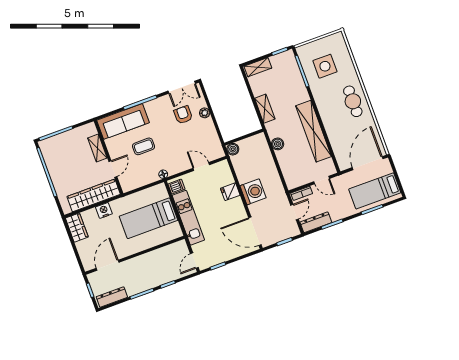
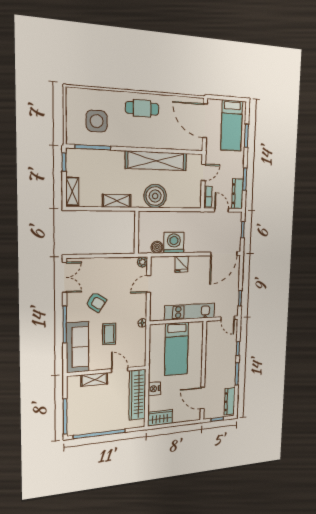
plant: (205, 113) -> (142, 262), moved
armchair: (183, 115) -> (96, 302), moved, turned -147
boiler: (278, 144) -> (155, 196), width x1.86, depth x1.86
boiler: (233, 149) -> (157, 247), moved
dishwasher: (177, 187) -> (158, 314), removed
washing machine: (253, 192) -> (174, 243), moved

